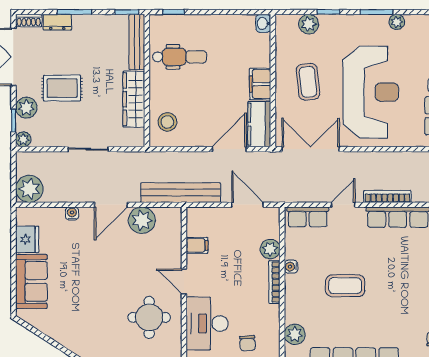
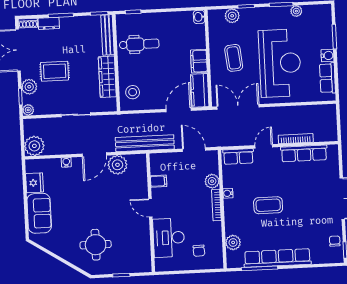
round table: (149, 317) -> (96, 245), moved

